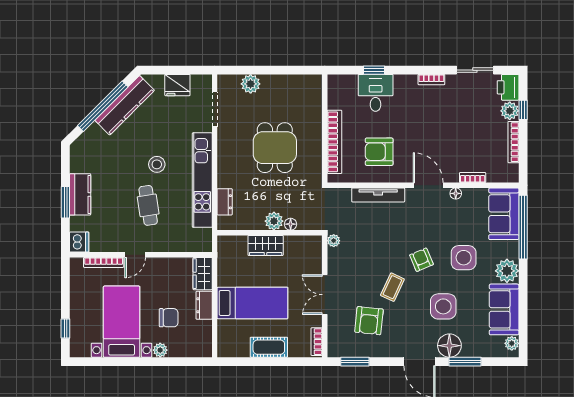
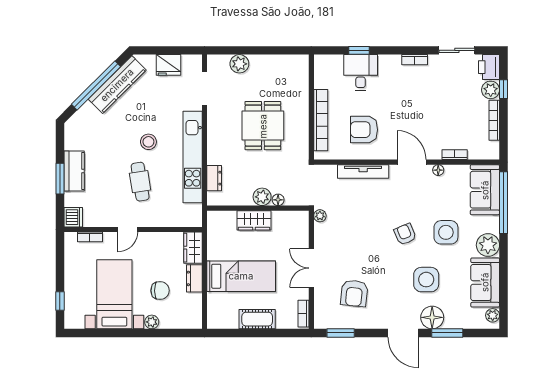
bookcase: (104, 262) -> (90, 237), width x0.64
coffee table: (392, 287) -> (377, 261), removed

